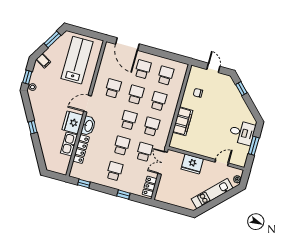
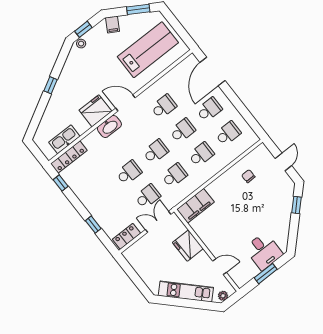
filing cabinet: (183, 121) -> (196, 206), moved
kitchen sink: (69, 144) -> (64, 139), moved
locker: (81, 149) -> (69, 157), moved
school desk: (115, 171) -> (102, 194), removed

